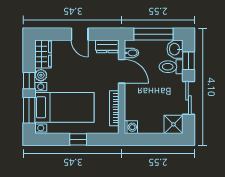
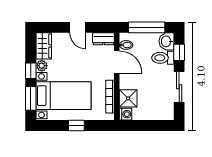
shower: (173, 124) -> (128, 98), moved

